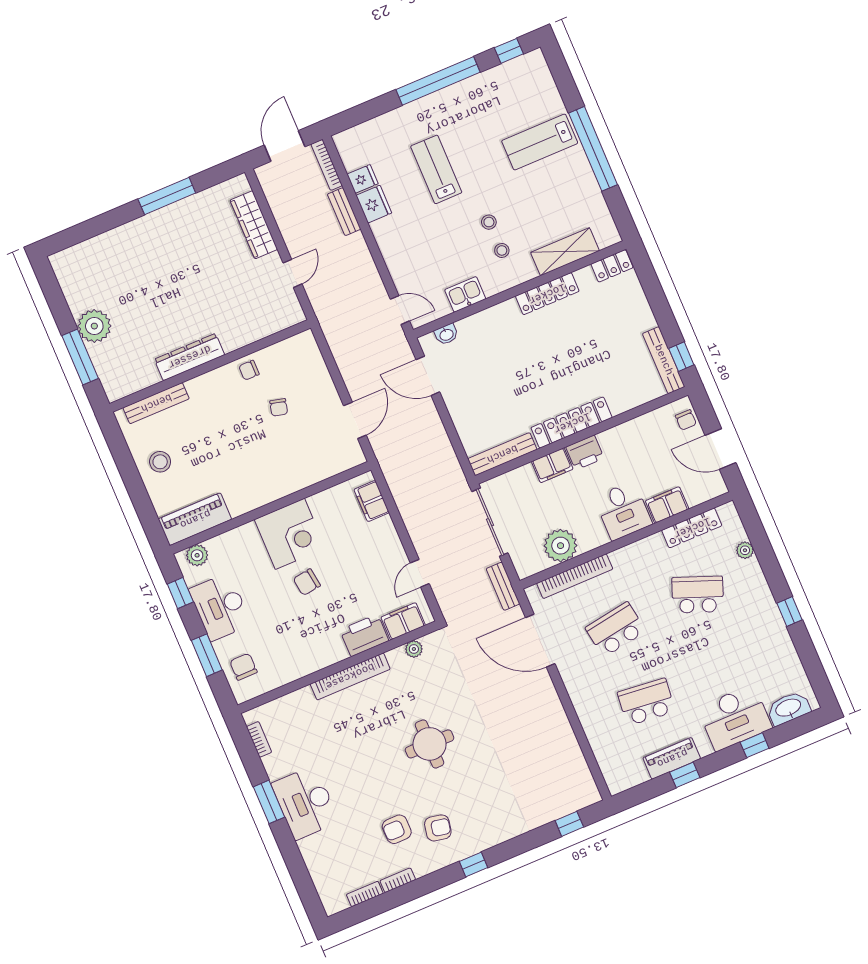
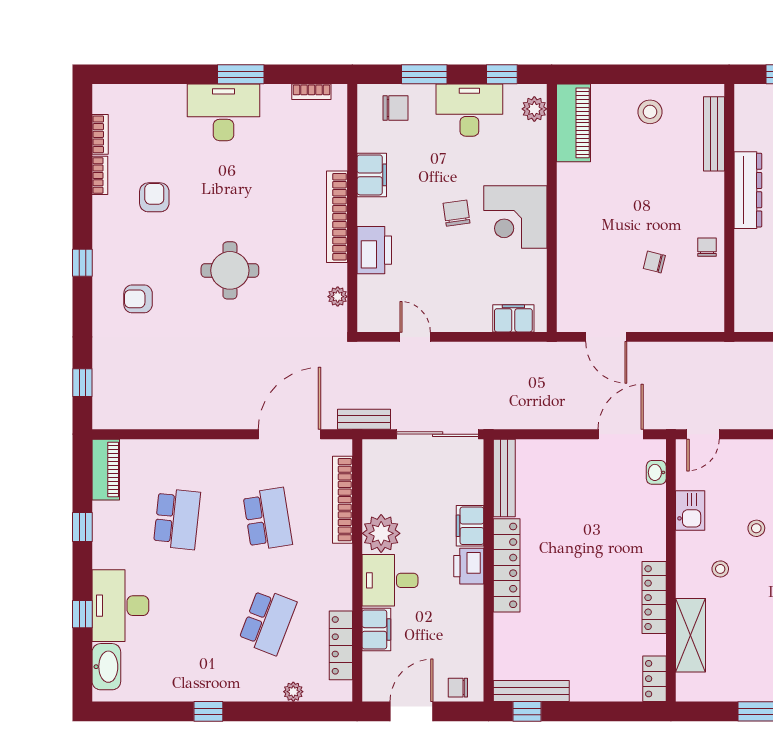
stool: (489, 222) -> (756, 528), moved
plant: (561, 546) -> (381, 533), moved
filing cabinet: (403, 621) -> (372, 175), moved
piano: (672, 758) -> (106, 470), moved
armchair: (438, 828) -> (138, 299), moved, turned 79

